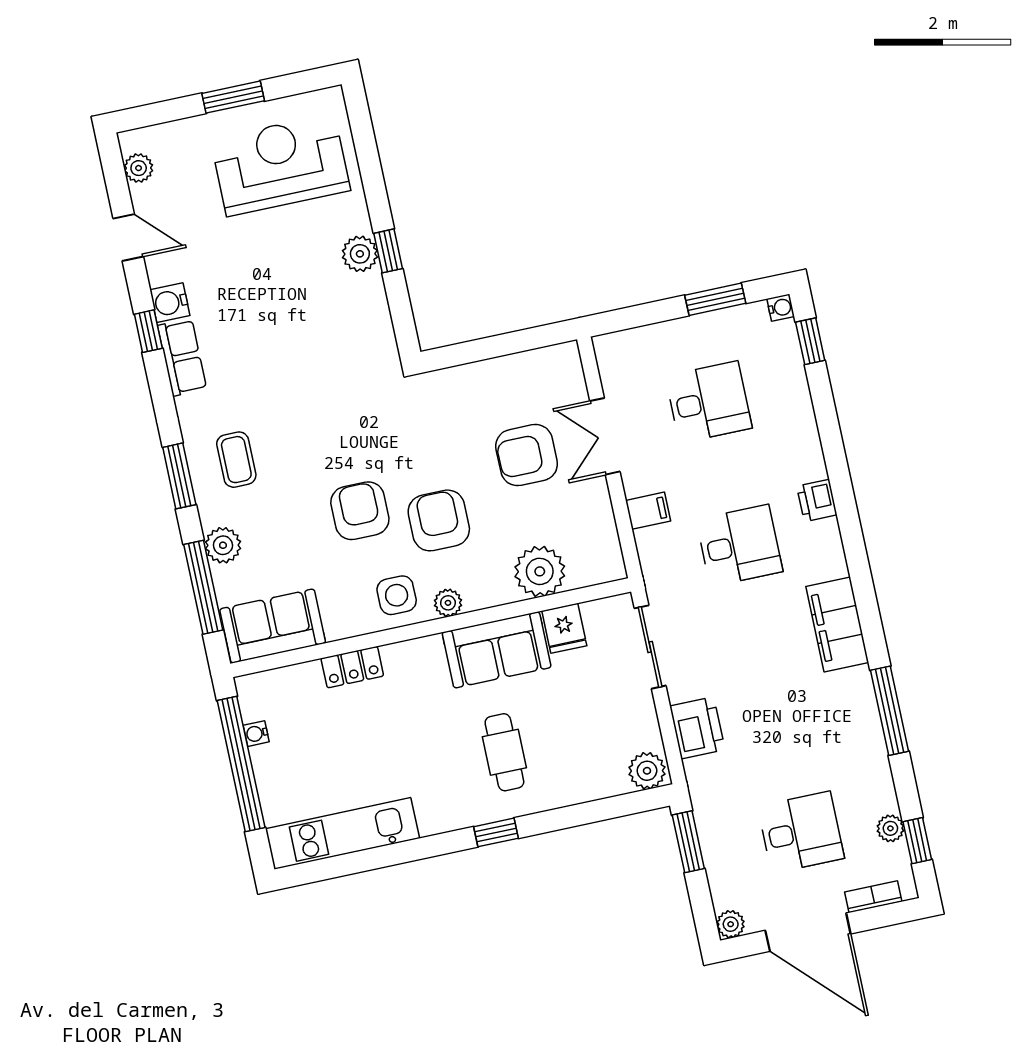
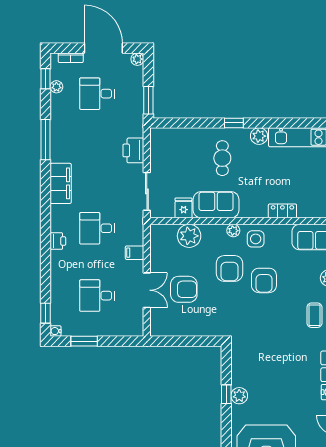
plant: (647, 771) -> (259, 136), moved

